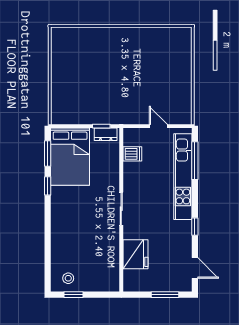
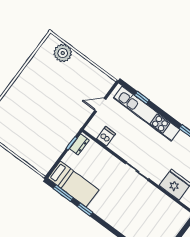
plant: (181, 53) -> (63, 53), added
bed: (70, 157) -> (73, 184), width x0.67
window: (195, 161) -> (142, 98), width x0.46

